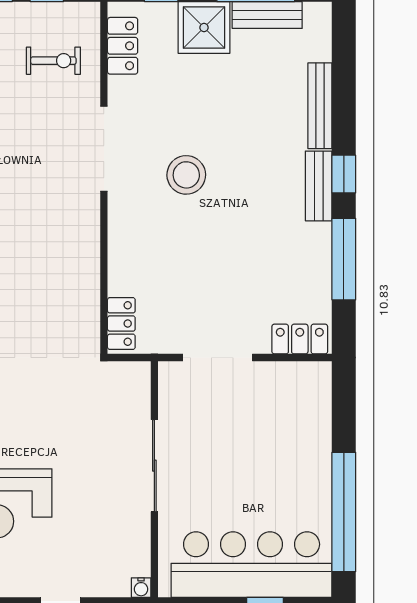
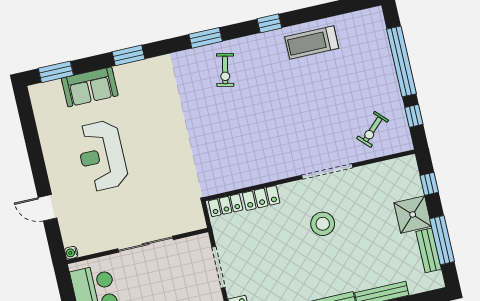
locker: (123, 46) -> (261, 198), moved
exercise bike: (53, 61) -> (373, 129), turned 46

